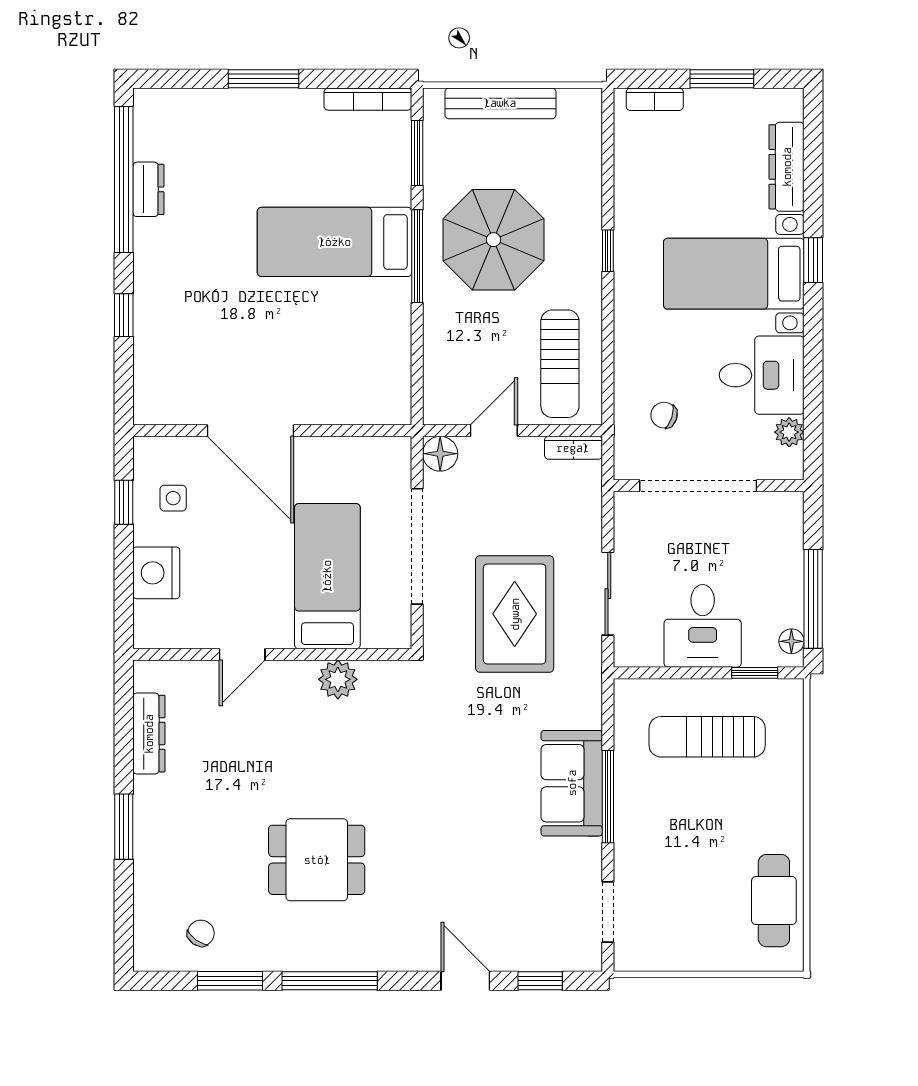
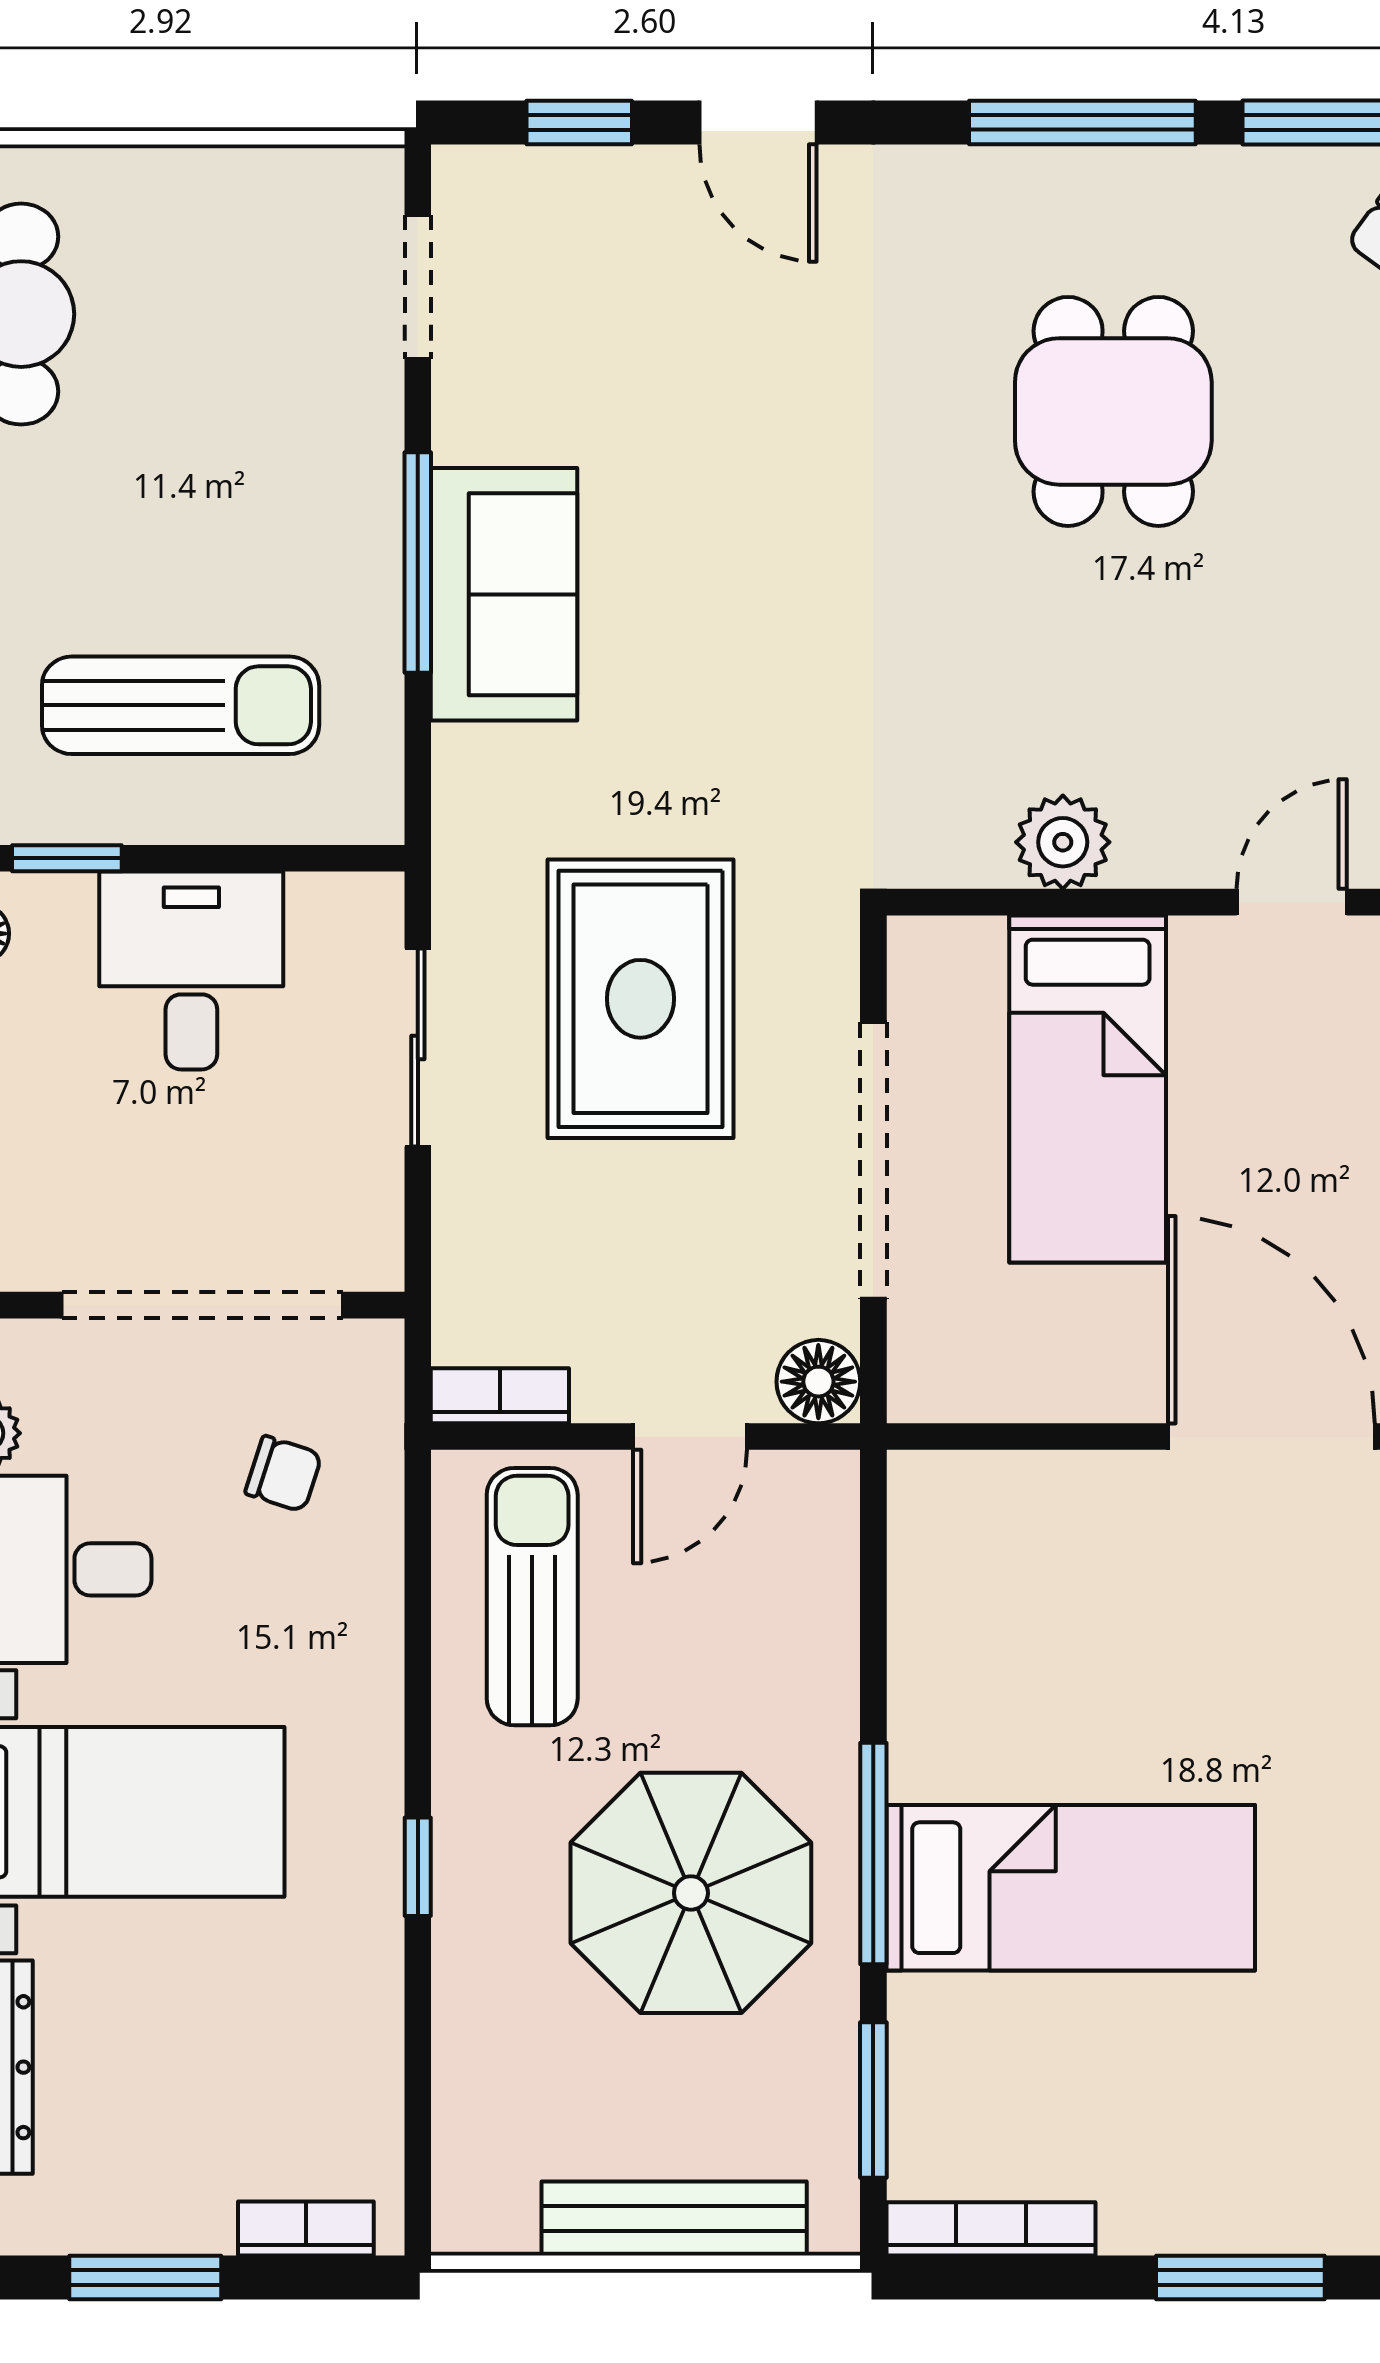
dining table: (317, 860) -> (1113, 411), turned 90

